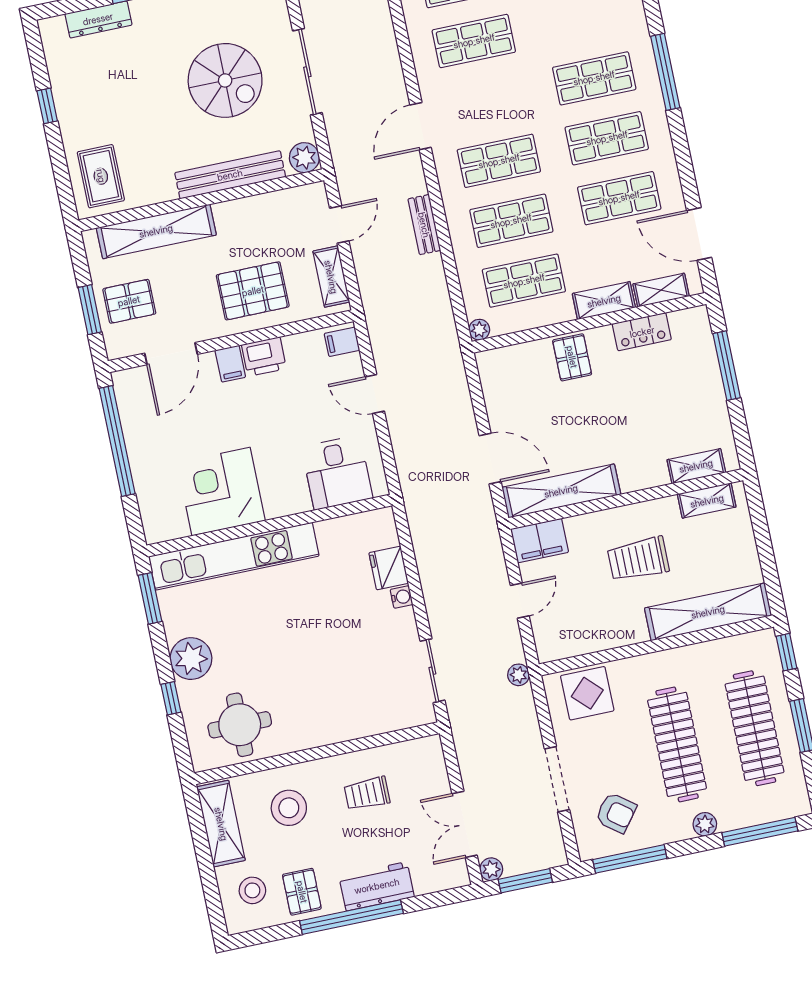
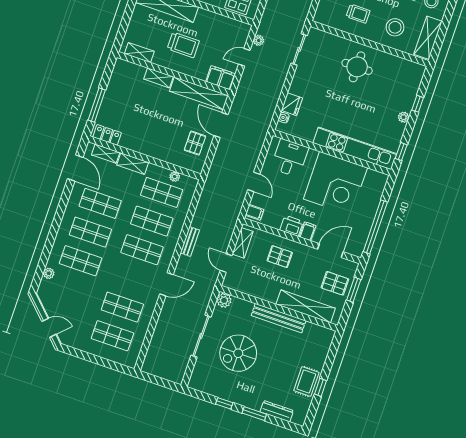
plant: (637, 24) -> (49, 273), added
window: (665, 72) -> (49, 246), removed
spiral stairs: (225, 80) -> (238, 353), turned -90
bench: (230, 175) -> (279, 318), moved
rug: (101, 176) -> (306, 382), moved
door: (339, 225) -> (226, 263), hinge flipped
pallet: (253, 291) -> (280, 257), width x0.67, depth x0.71
plant: (479, 330) -> (175, 177), moved
locker: (642, 332) -> (107, 135), moved
pallet: (572, 357) -> (195, 143), moved
shelving: (696, 466) -> (158, 78), moved
corner desk: (221, 492) -> (335, 183), width x1.36, depth x1.36
water cooler: (402, 597) -> (284, 118), moved
window: (150, 598) -> (401, 152), width x0.67
plant: (191, 659) -> (403, 117), width x0.53, depth x0.53
plant: (519, 675) -> (259, 40), moved
round table: (240, 725) -> (357, 67), moved

